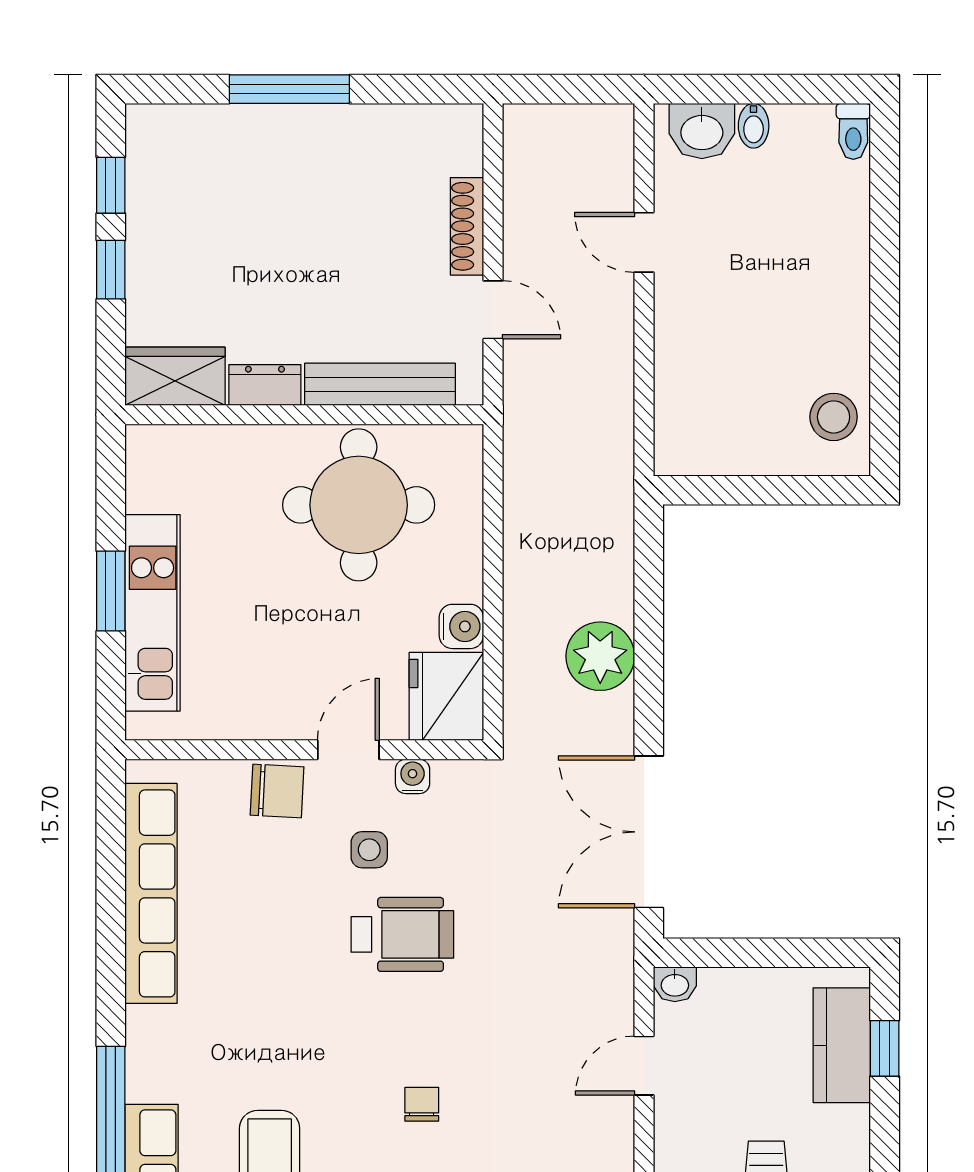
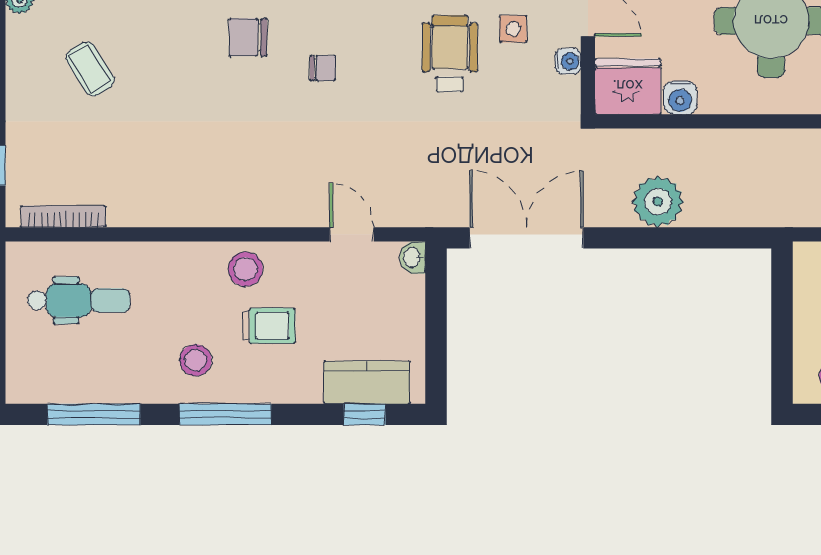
wheelchair: (402, 934) -> (450, 54), turned 180

